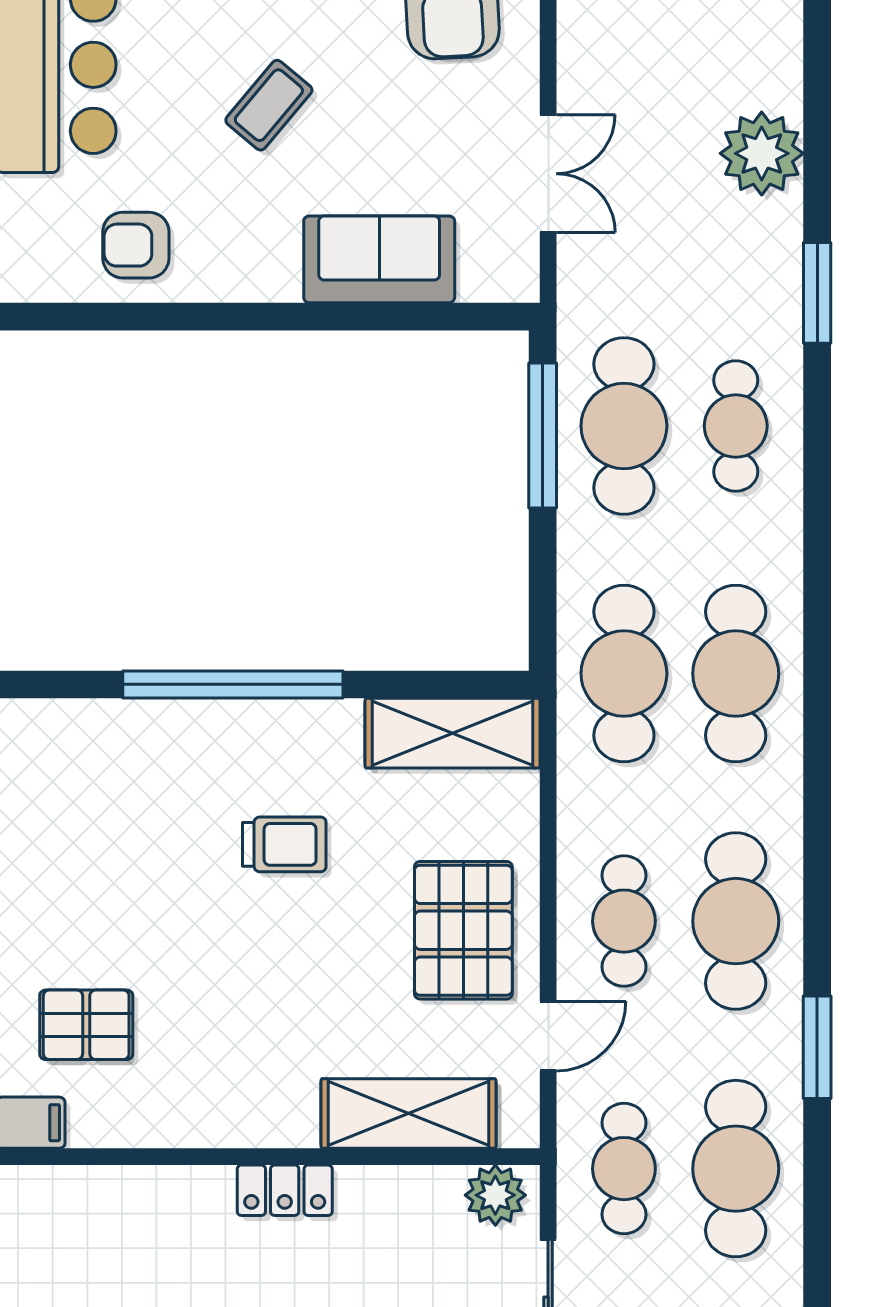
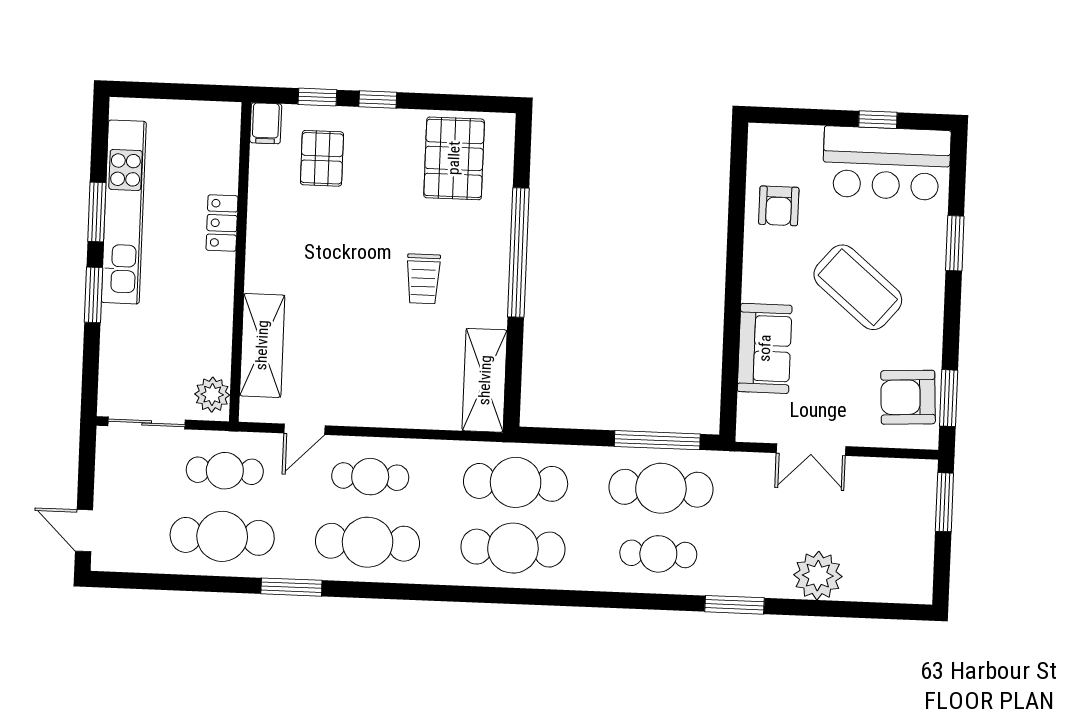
coffee table: (269, 105) -> (858, 287), width x1.86, depth x1.72
armchair: (136, 245) -> (779, 206), turned 180
pallet: (463, 930) -> (454, 158), moved, turned 90
door: (548, 1036) -> (304, 429), hinge flipped
locker: (285, 1190) -> (222, 223), moved

